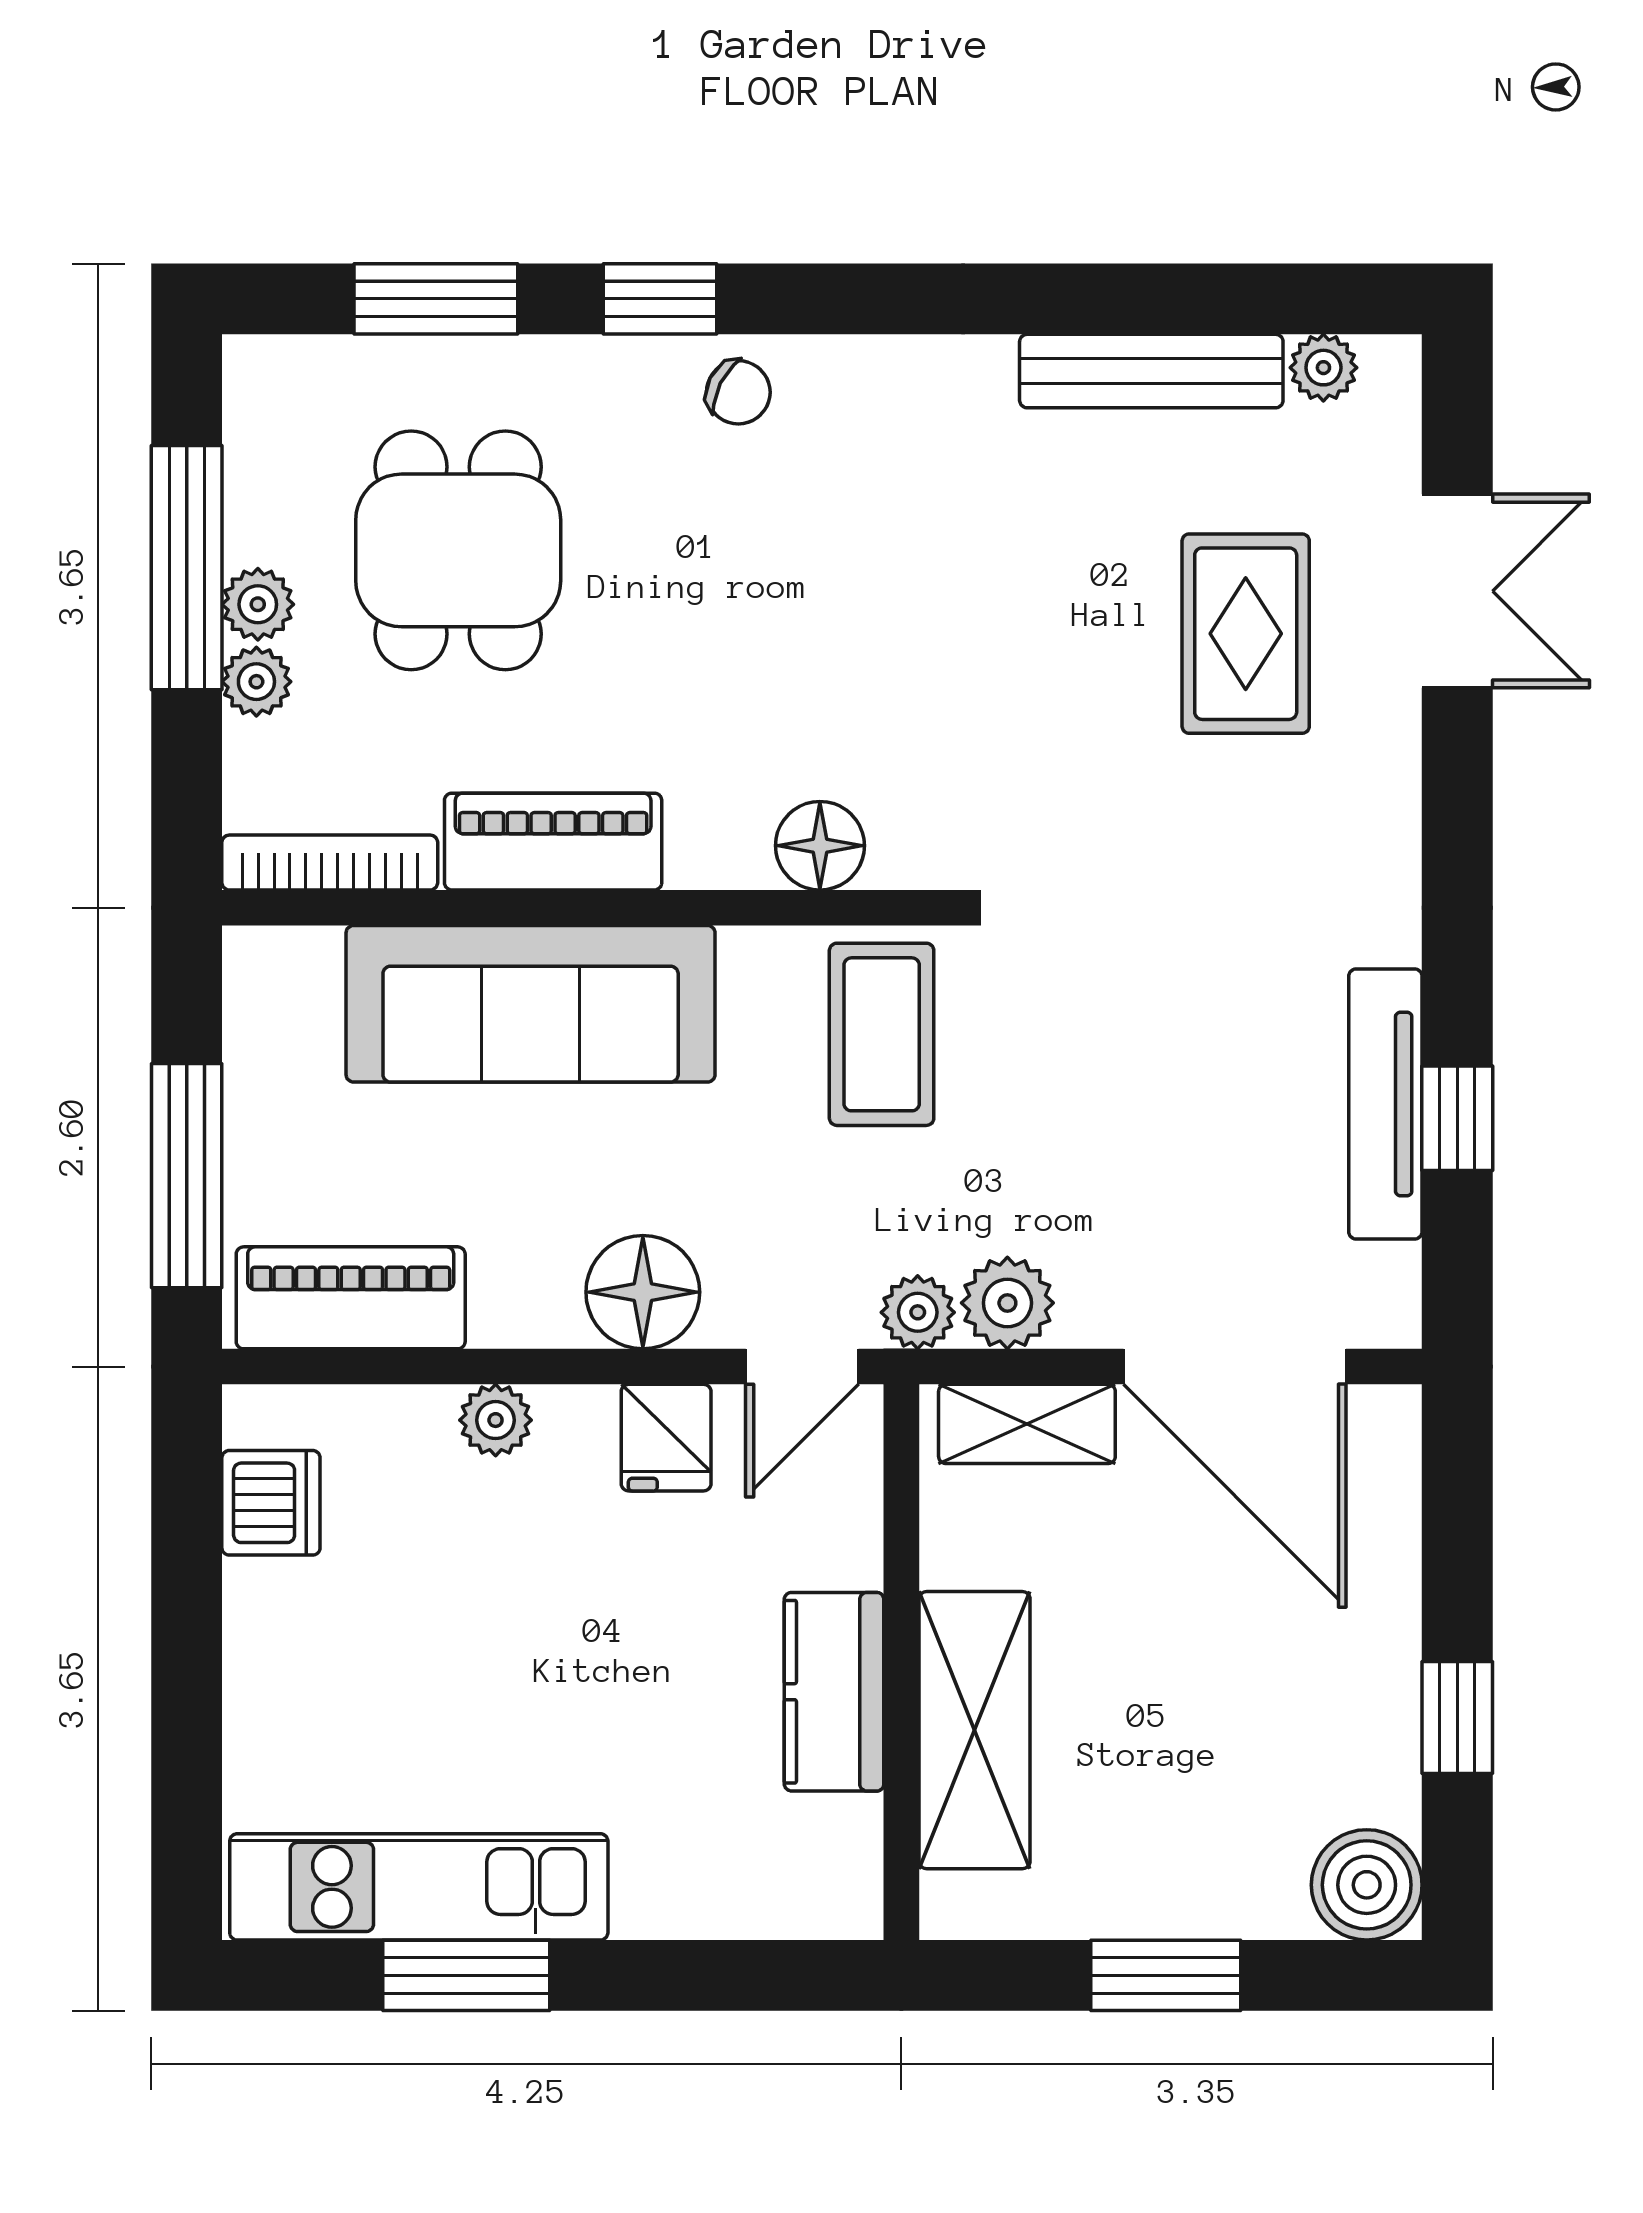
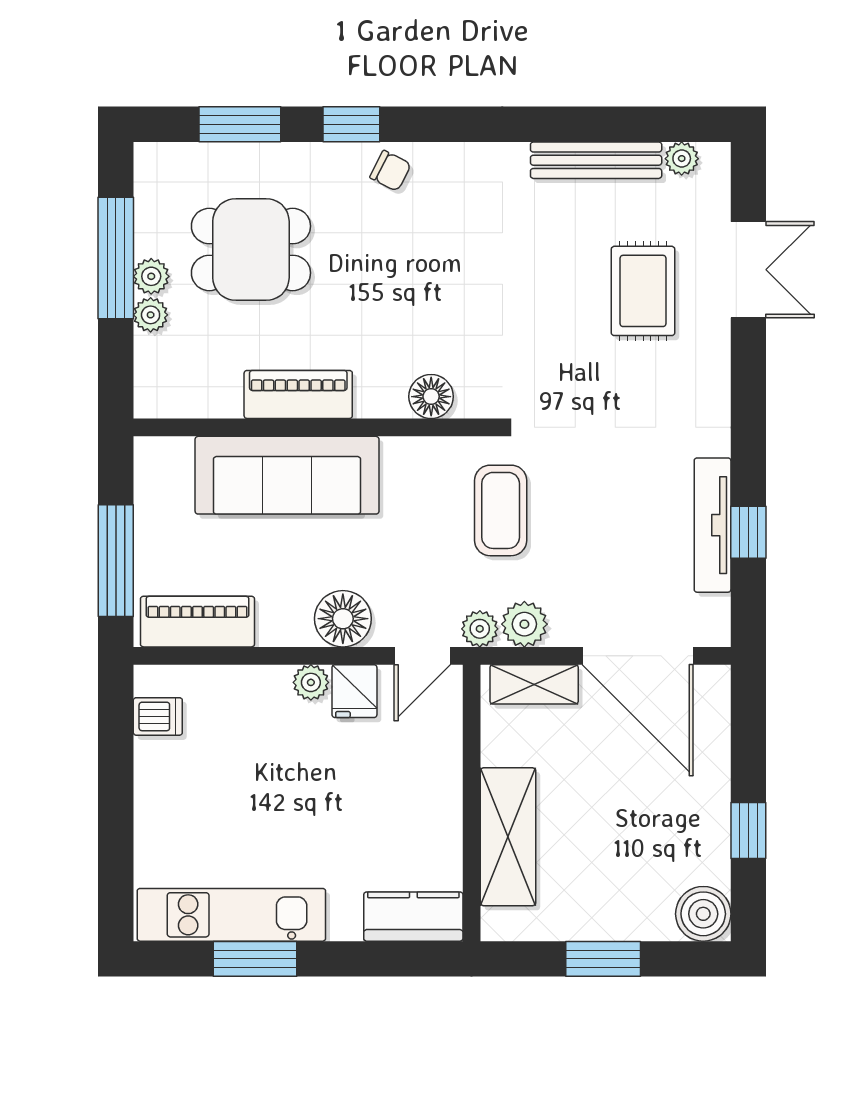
dining table: (458, 550) -> (251, 250), turned 90
bookcase: (330, 863) -> (187, 405), removed
coffee table: (882, 1034) -> (501, 510), moved
plant: (496, 1420) -> (311, 682), moved
dishwasher: (271, 1503) -> (158, 716), width x0.73
kitchen counter: (834, 1692) -> (413, 917), moved, turned 90

